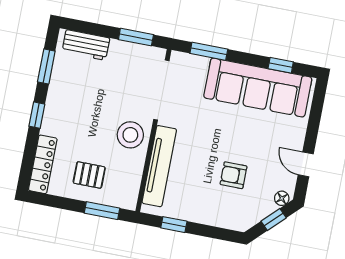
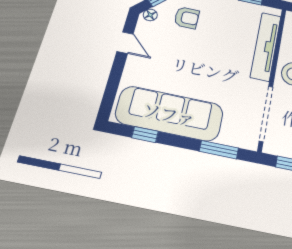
armchair: (233, 175) -> (187, 18), moved

